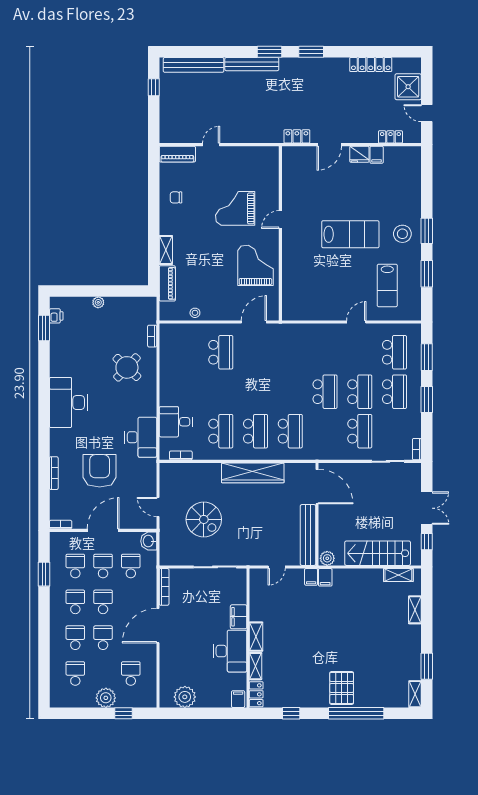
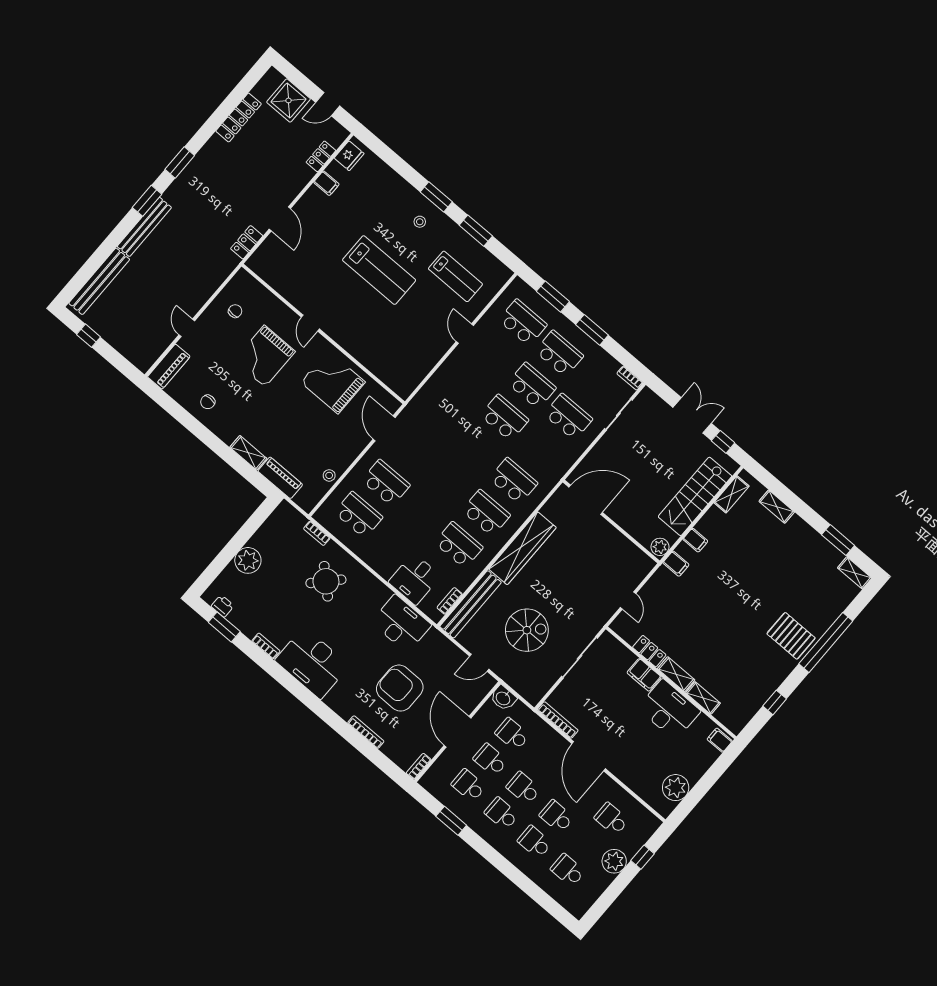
fridge: (359, 154) -> (349, 156), moved
chair: (248, 166) -> (235, 311), added
lab bench: (350, 234) -> (379, 270), turned 90
stool: (402, 234) -> (420, 222), width x0.53, depth x0.53
plant: (98, 302) -> (248, 560), width x1.88, depth x1.88
school desk: (186, 352) -> (358, 515), added
bookcase: (54, 364) -> (266, 646), added
bench: (308, 535) -> (471, 604), moved, turned 90
filing cabinet: (311, 577) -> (695, 540), moved
locker: (256, 694) -> (649, 651), moved

